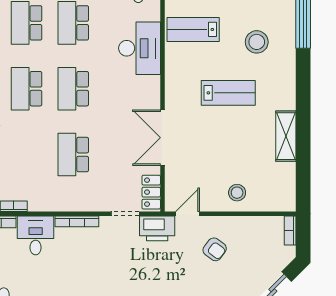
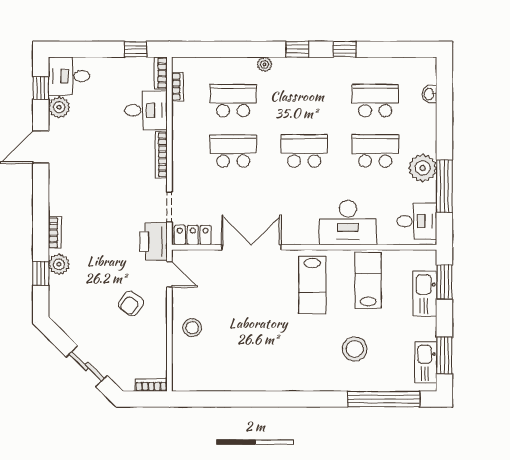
school desk: (27, 89) -> (233, 101), moved
lab bench: (228, 93) -> (312, 285), moved
shelving: (286, 136) -> (253, 380), removed

